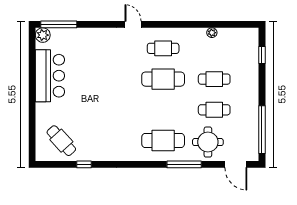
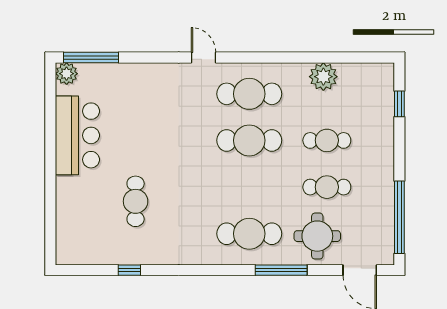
plant: (212, 33) -> (323, 77), width x1.87, depth x1.87
cafe table: (163, 48) -> (249, 94), width x1.37, depth x1.35
cafe table: (61, 141) -> (136, 201), moved, turned 42

